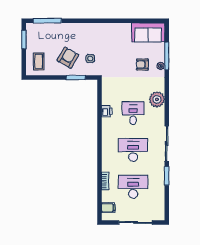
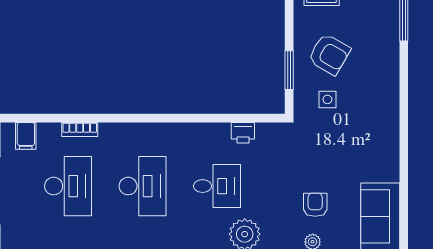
printer: (107, 111) -> (243, 133), moved

